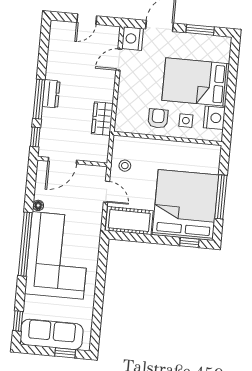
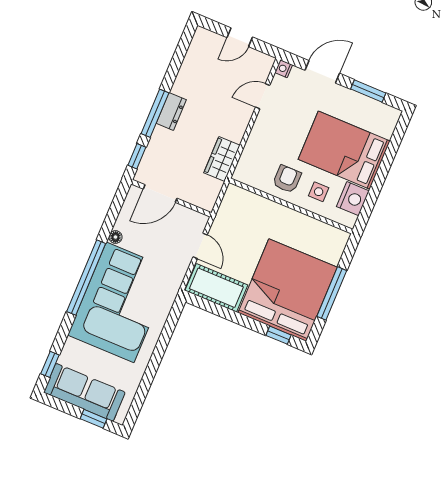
nightstand: (132, 39) -> (284, 69), width x0.53, depth x0.56
stool: (125, 166) -> (231, 222), removed

